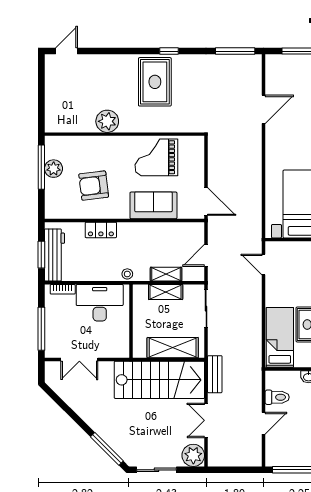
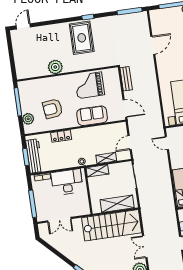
plant: (54, 169) -> (28, 119), moved
shelving: (166, 292) -> (97, 171), moved
bench: (215, 374) -> (126, 79), moved

